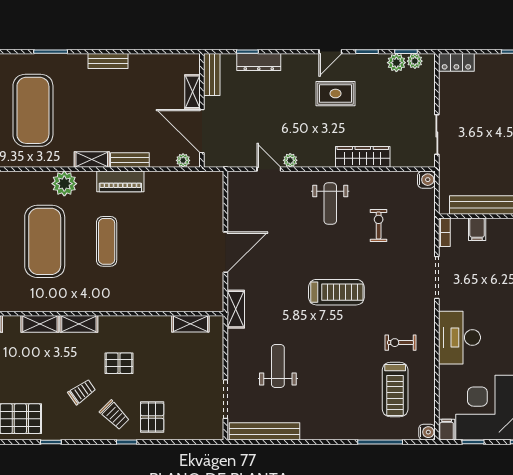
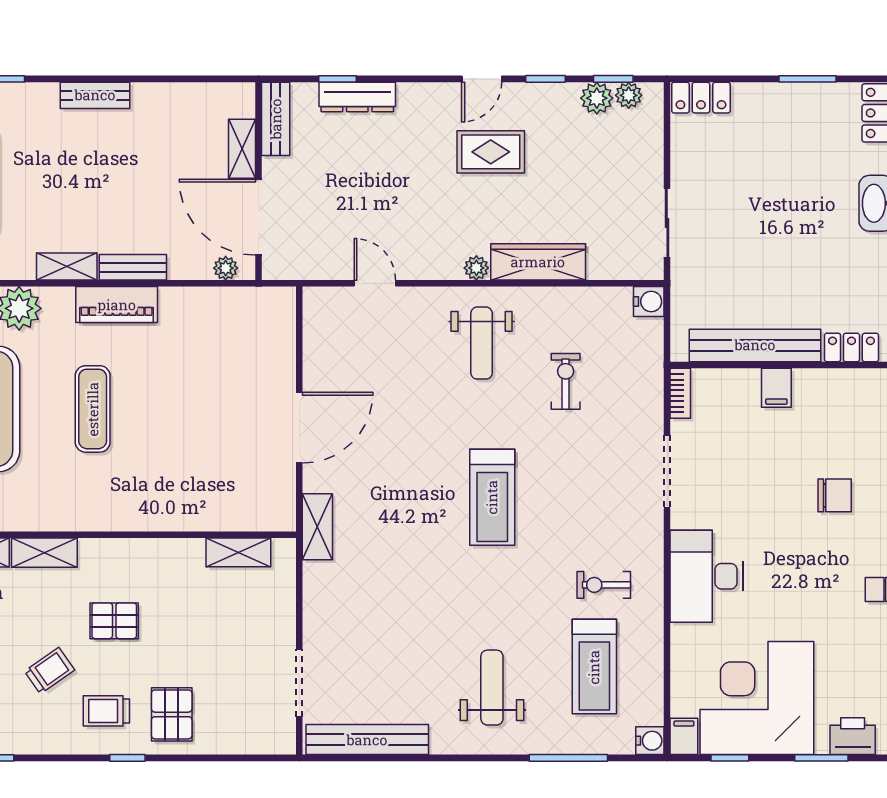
plant: (290, 160) -> (476, 268), moved
filing cabinet: (477, 229) -> (776, 388), moved
treadmill: (336, 292) -> (492, 497), turned 90
weight bench: (278, 366) -> (492, 688), moved
trolley: (115, 415) -> (106, 711), turned 135

